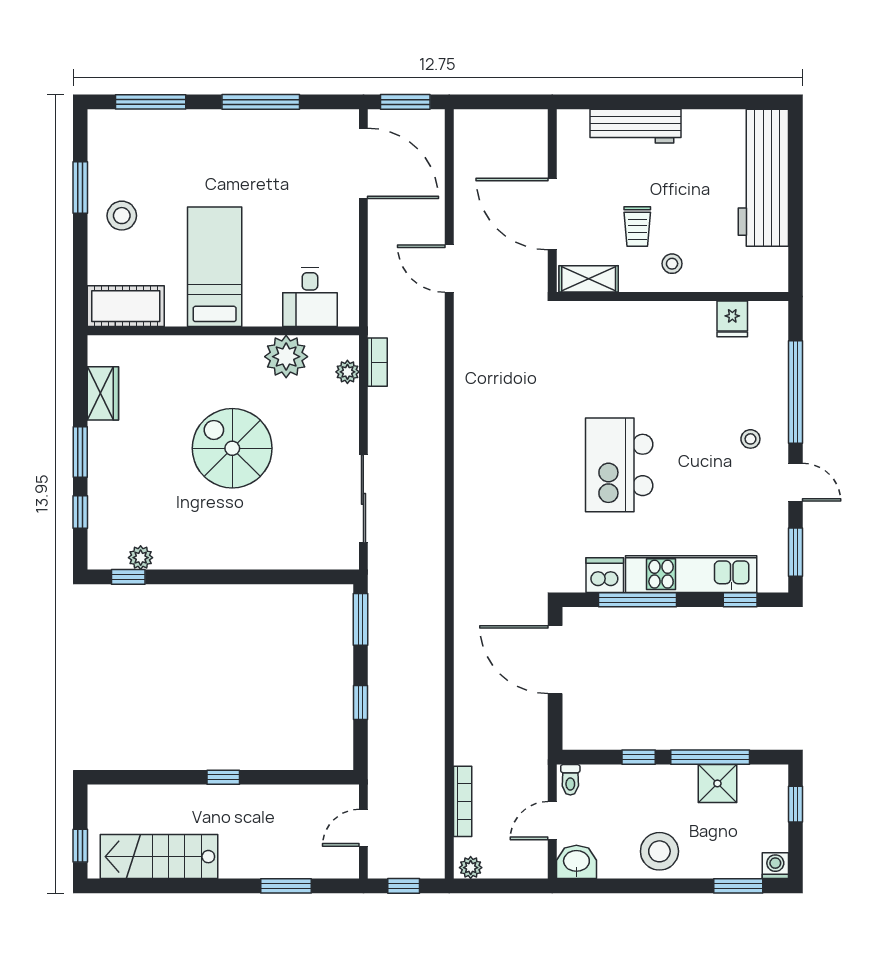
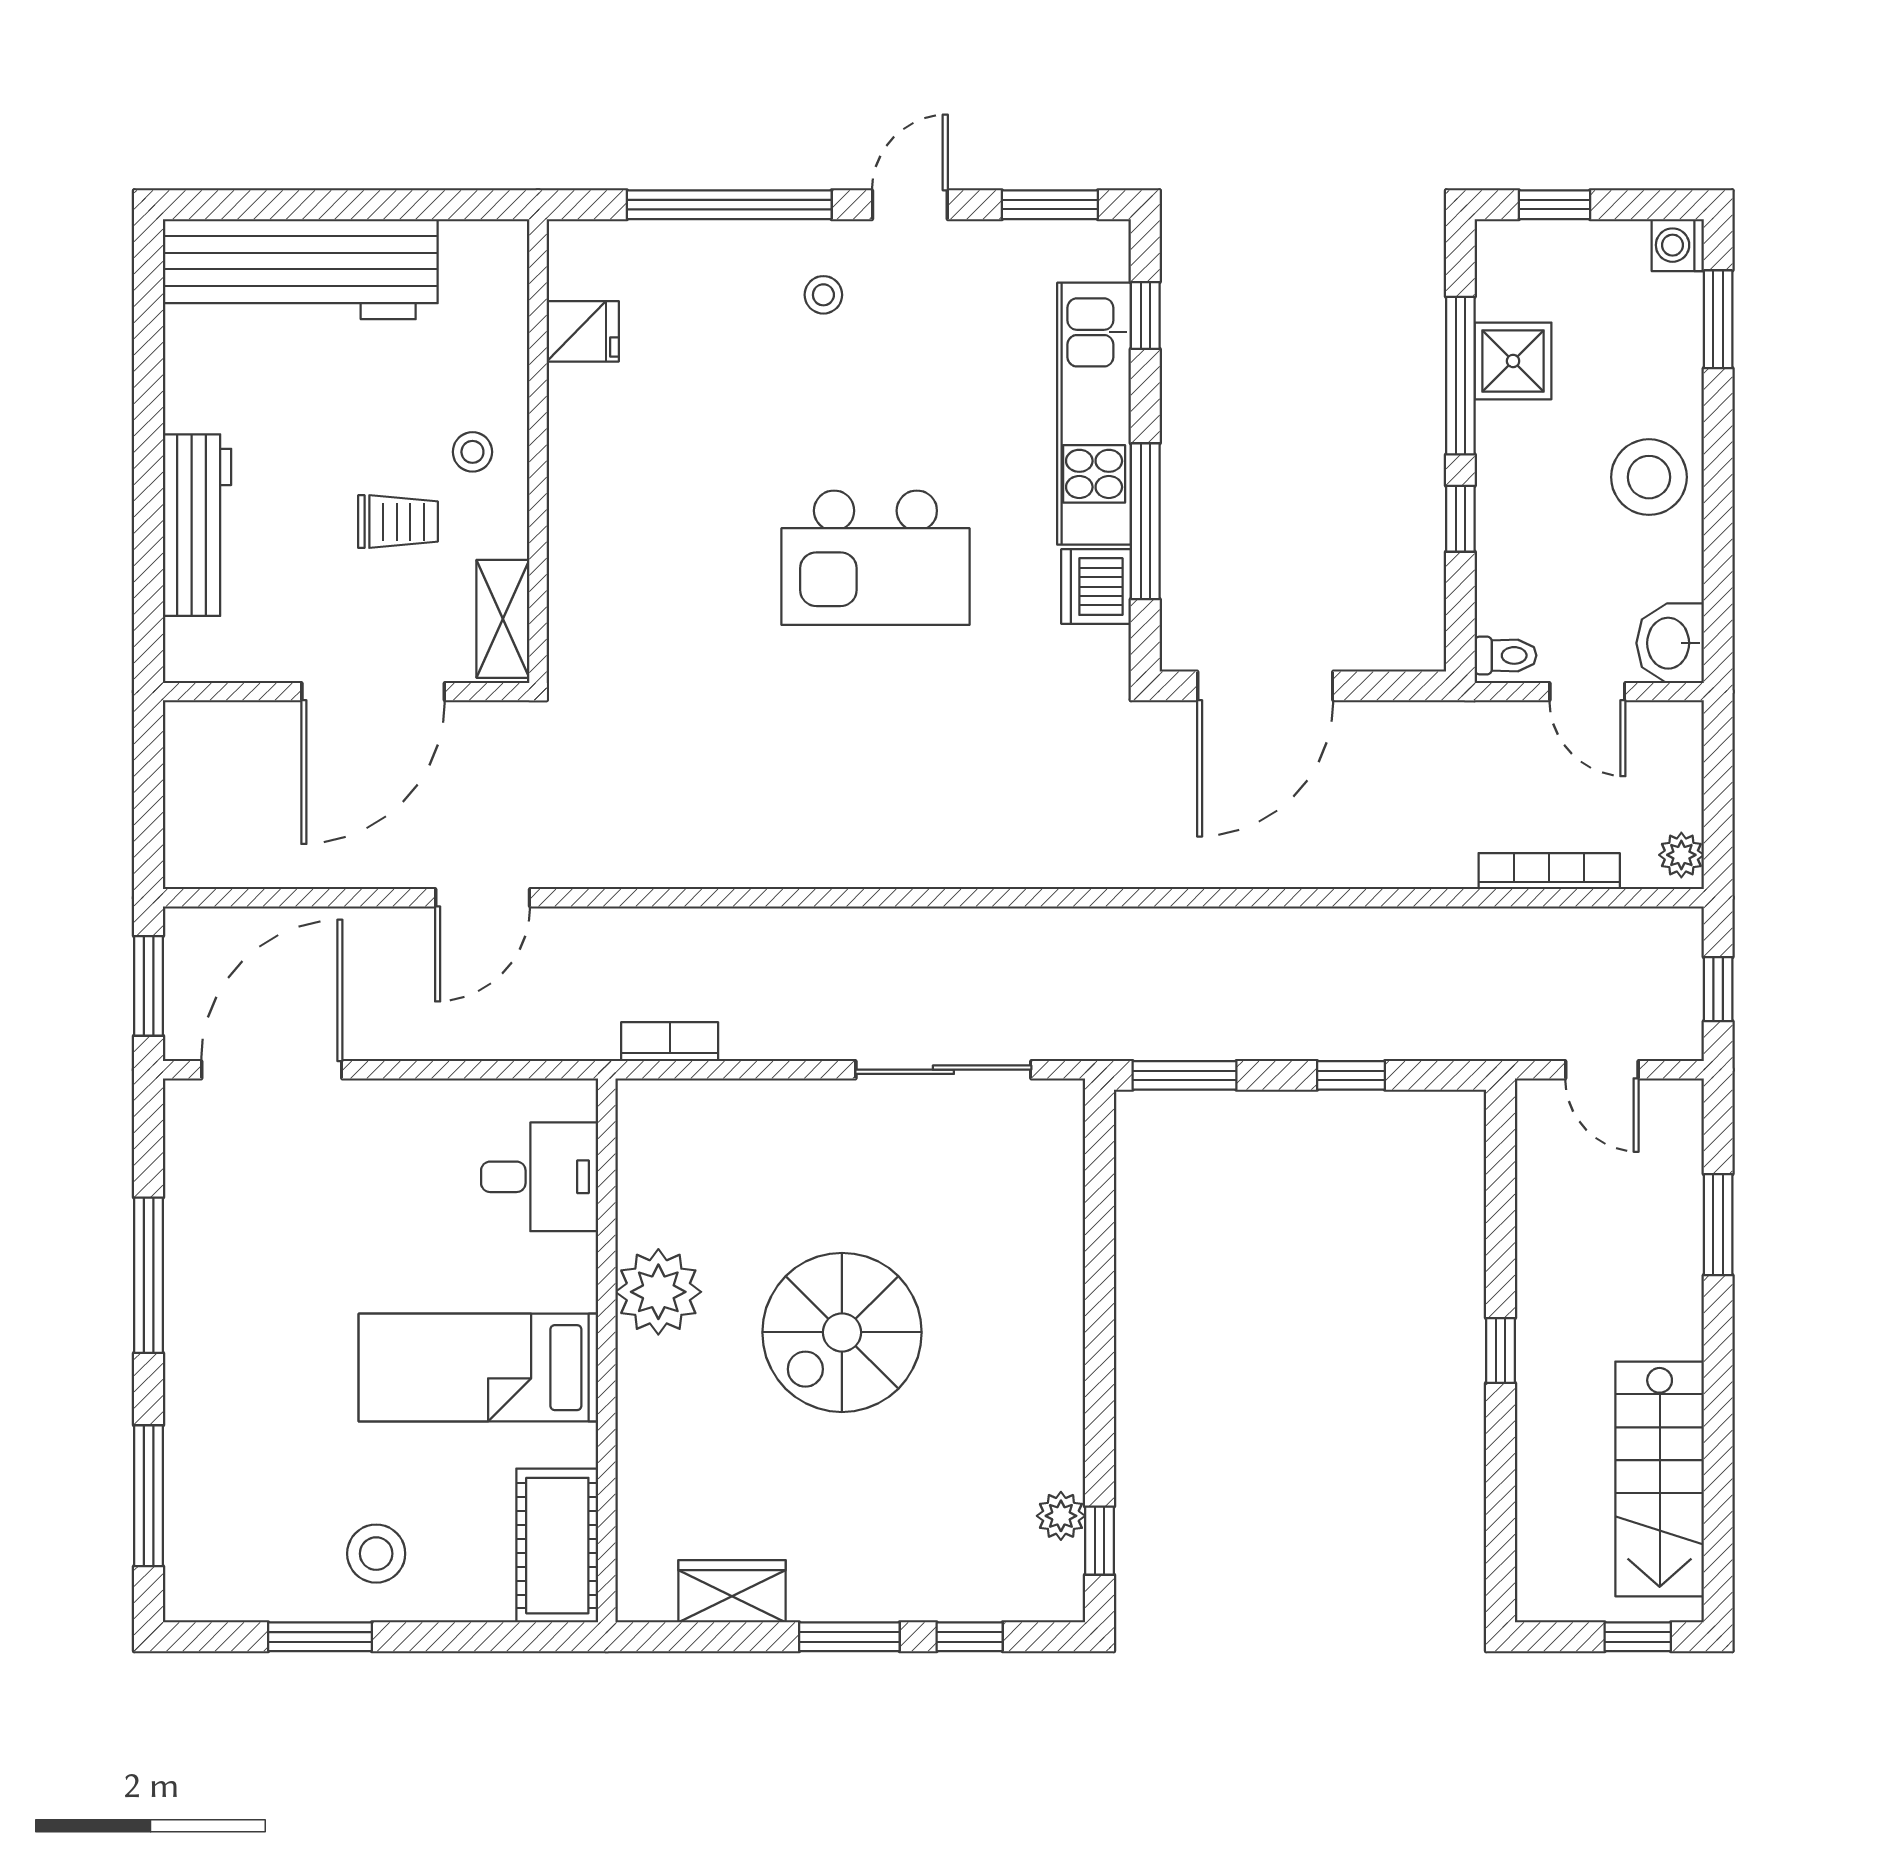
plant: (286, 357) -> (658, 1292), moved
plant: (347, 372) -> (689, 1102), removed

